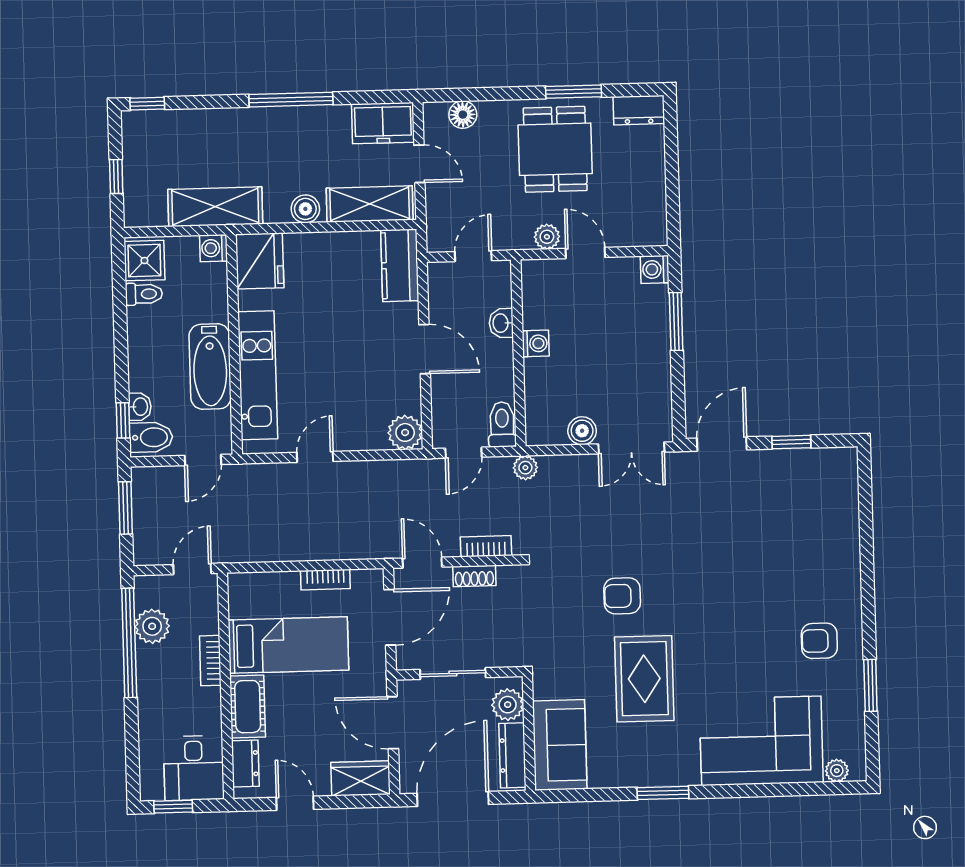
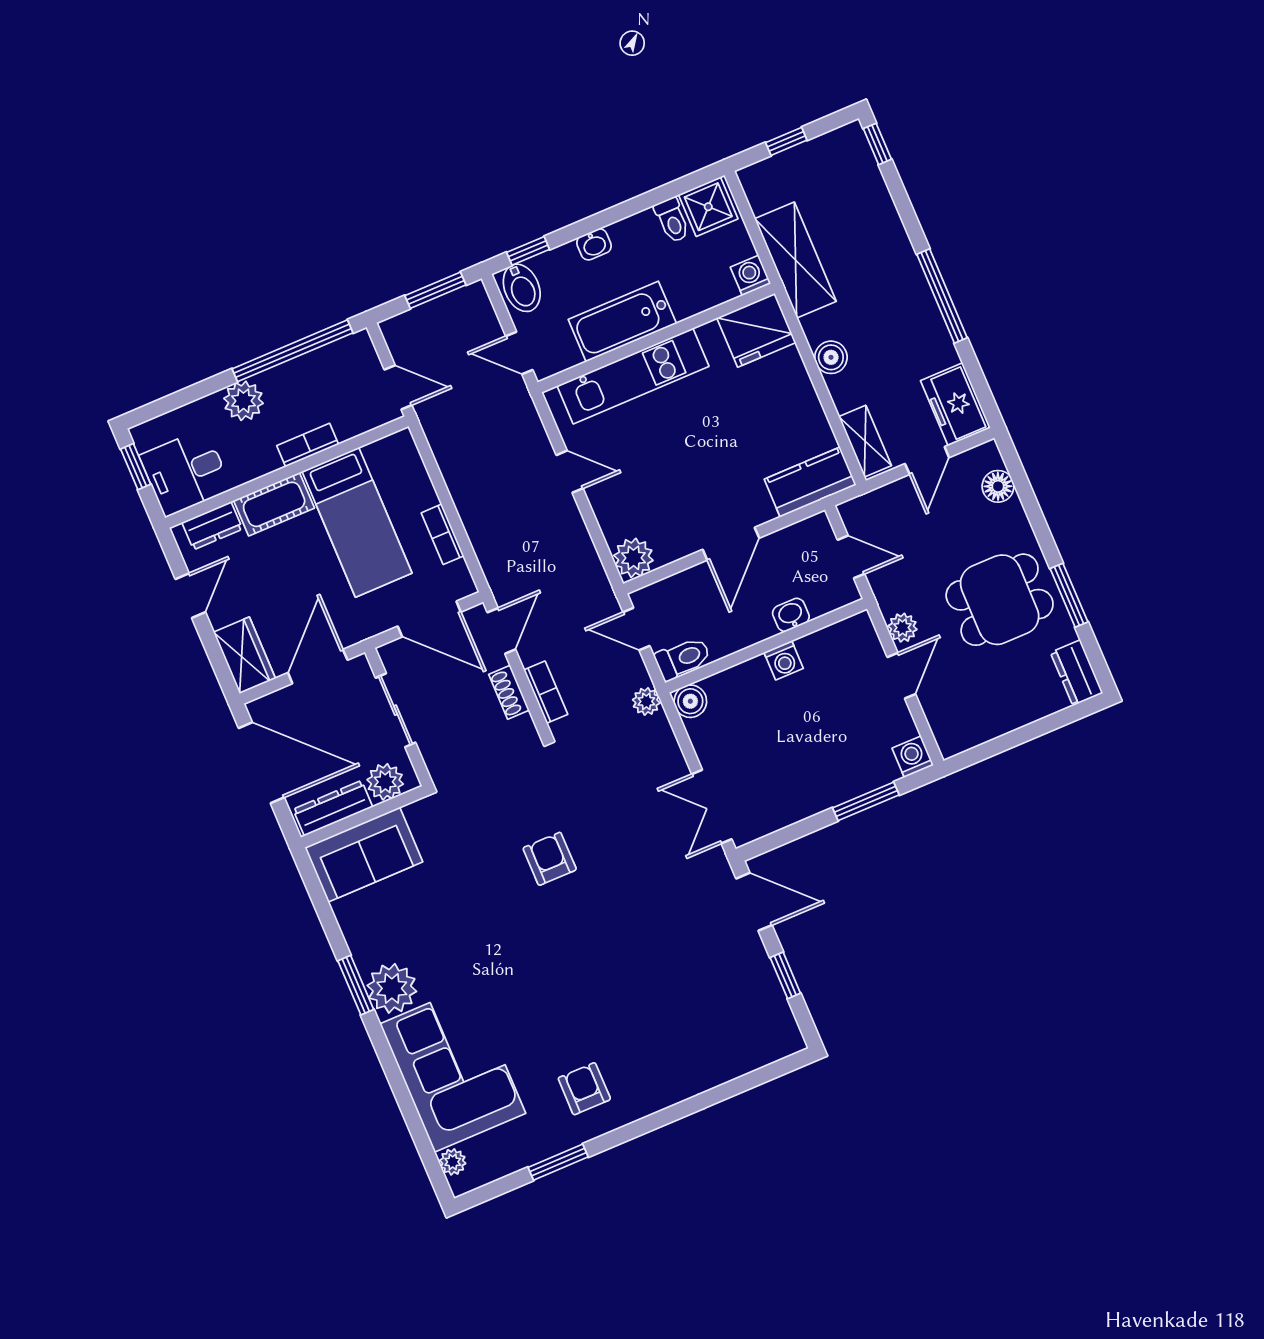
shelving: (370, 204) -> (865, 441), width x0.67, depth x0.75
washbasin: (140, 407) -> (594, 244), moved
boiler: (582, 431) -> (690, 701), moved
plant: (152, 626) -> (244, 401), moved
rug: (644, 679) -> (470, 917), removed
plant: (677, 765) -> (392, 988), added

